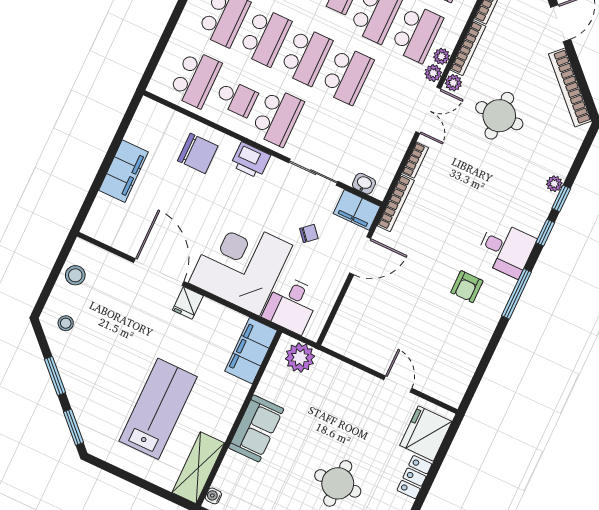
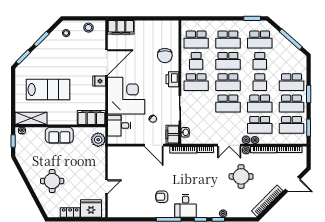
filing cabinet: (124, 171) -> (121, 27), moved

